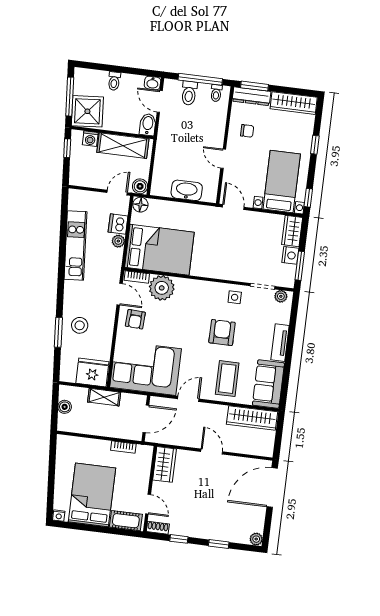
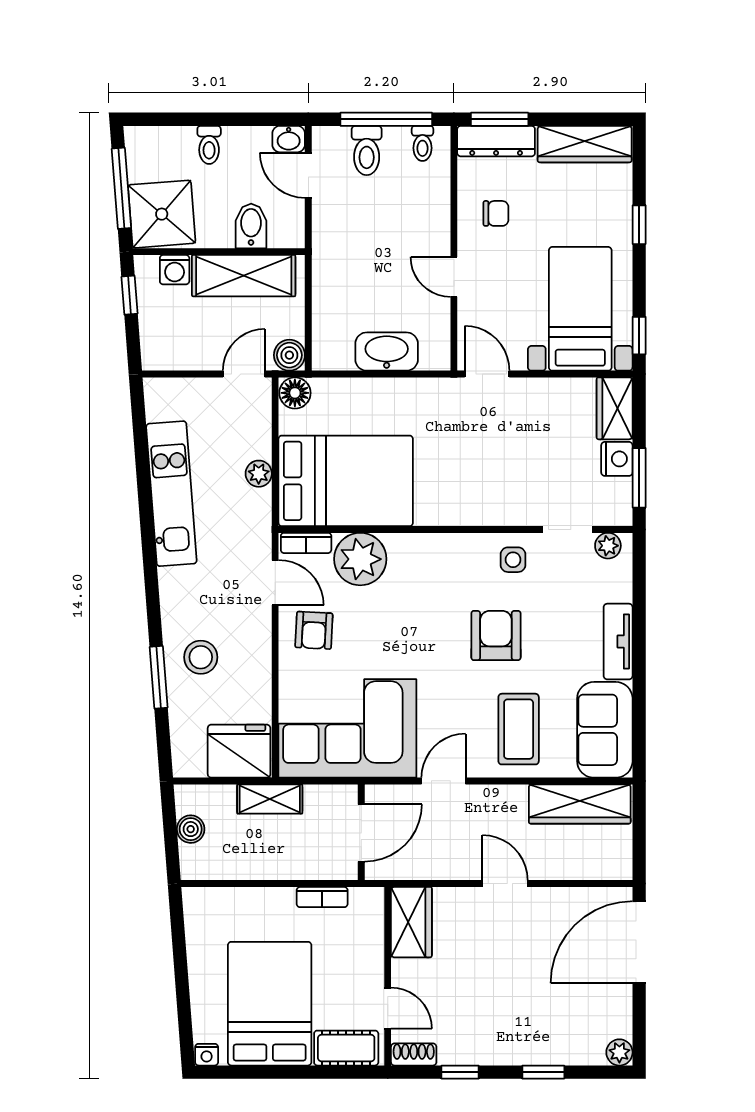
bidet: (148, 125) -> (251, 226), moved
dishwasher: (118, 224) -> (254, 439), removed

